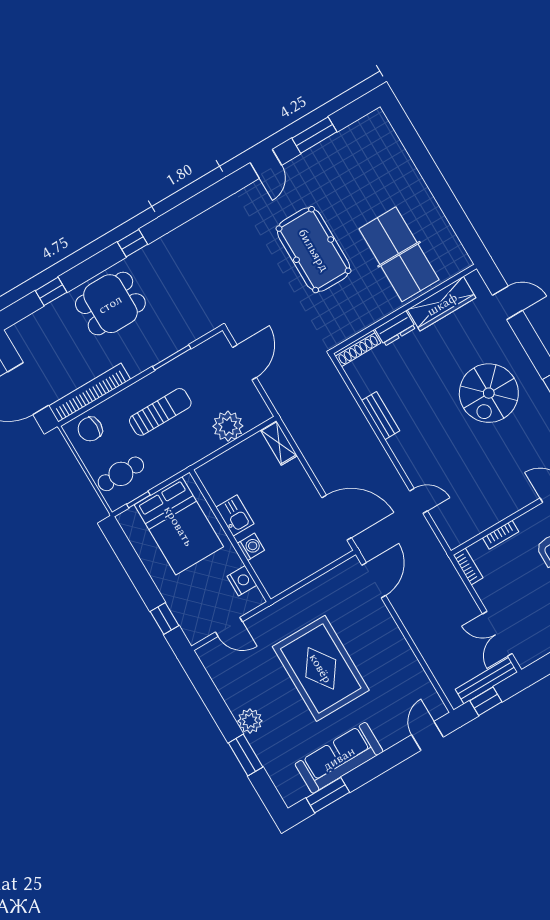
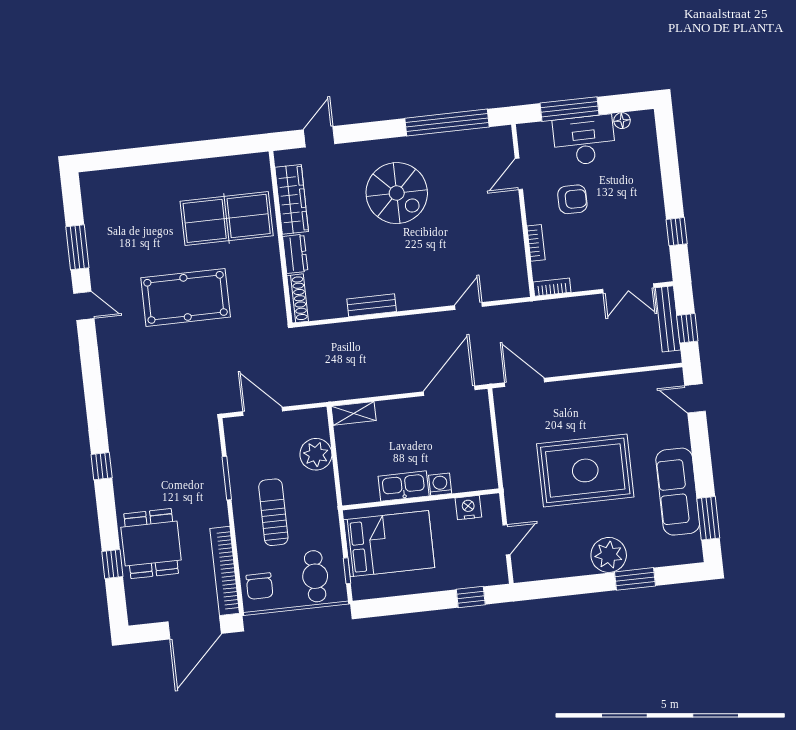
dining table: (110, 304) -> (151, 544), moved
kitchen sink: (235, 515) -> (404, 486), width x1.38
plant: (250, 721) -> (609, 555), width x1.36, depth x1.36

